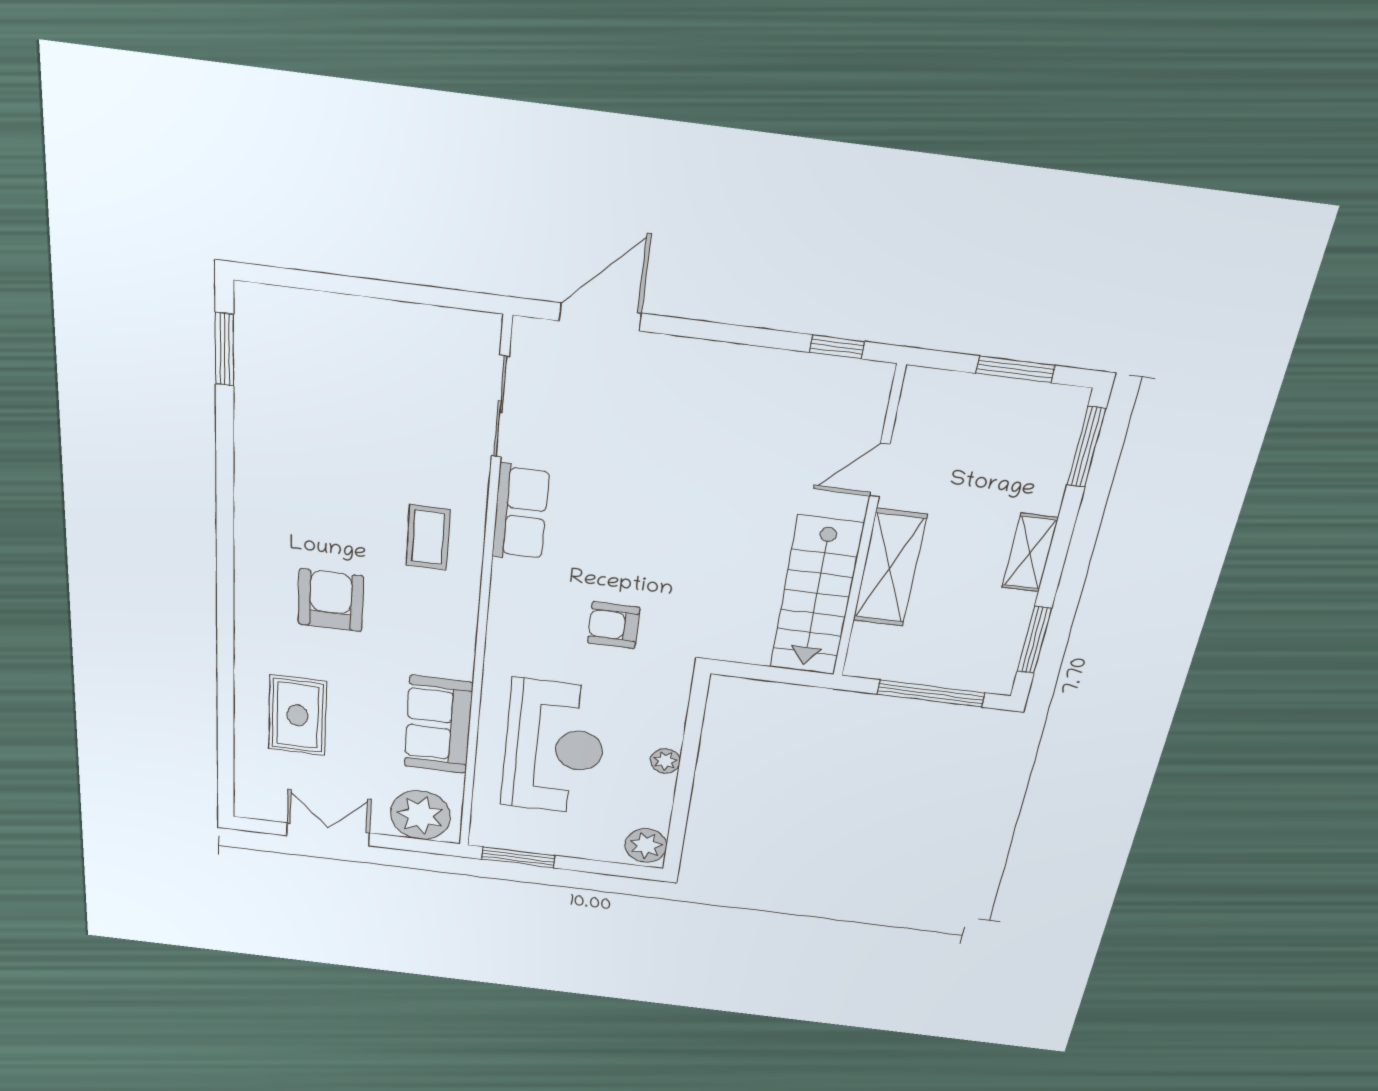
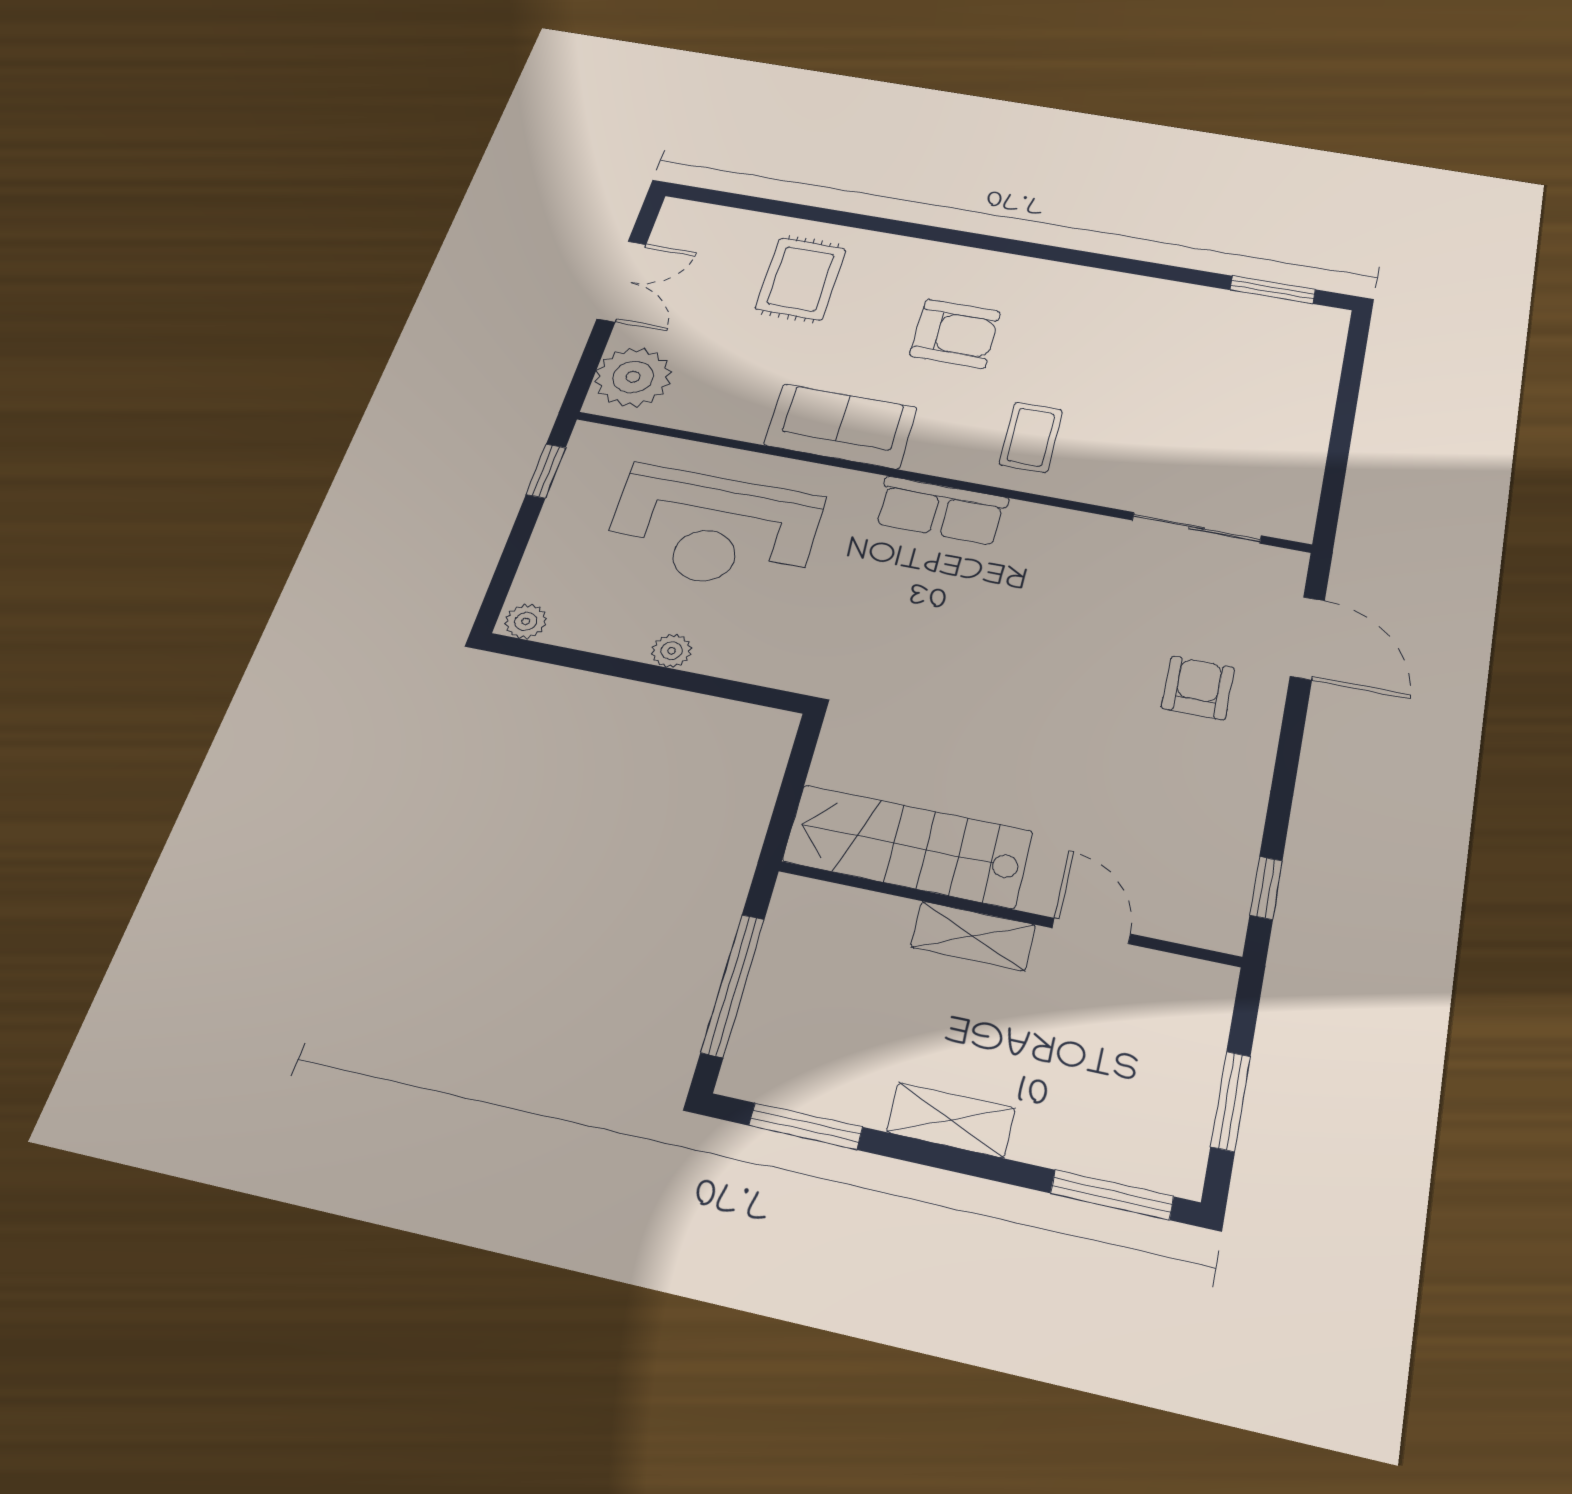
row of seats: (521, 513) -> (941, 511), moved
coffee table: (428, 537) -> (1031, 437), turned 90
shelving: (890, 568) -> (973, 936), width x0.67, depth x0.75
armchair: (614, 625) -> (1198, 688), moved
rug: (298, 715) -> (801, 279), turned 90
sofa: (438, 725) -> (841, 426), moved
plant: (646, 845) -> (526, 621), width x0.73, depth x0.73
window: (518, 857) -> (546, 471), width x0.67

